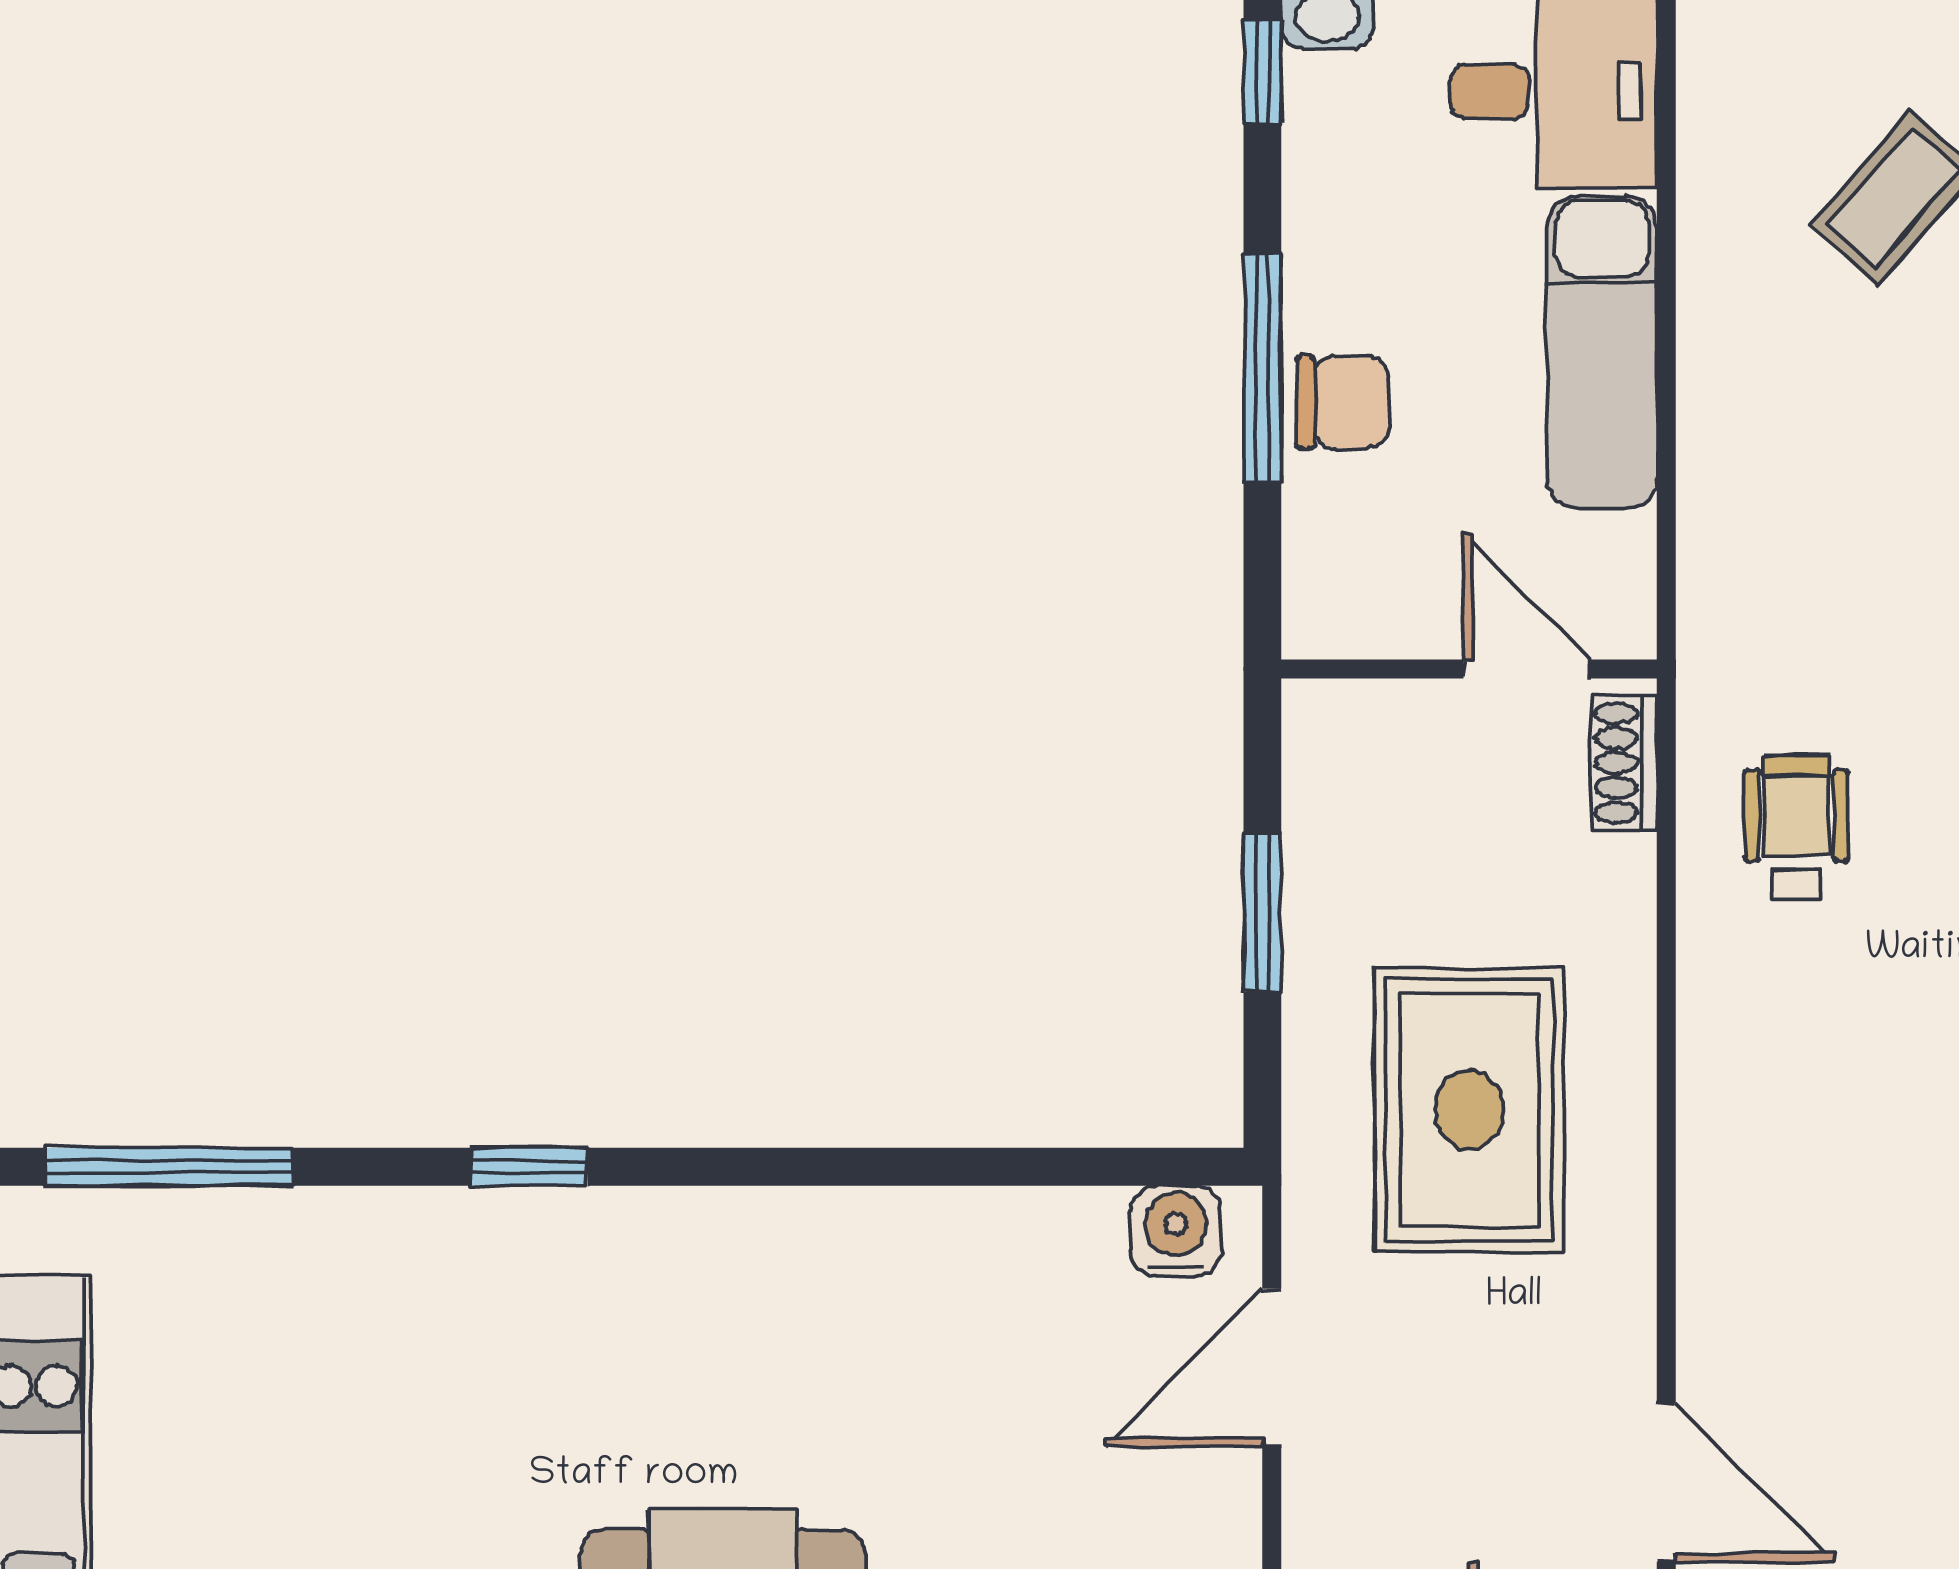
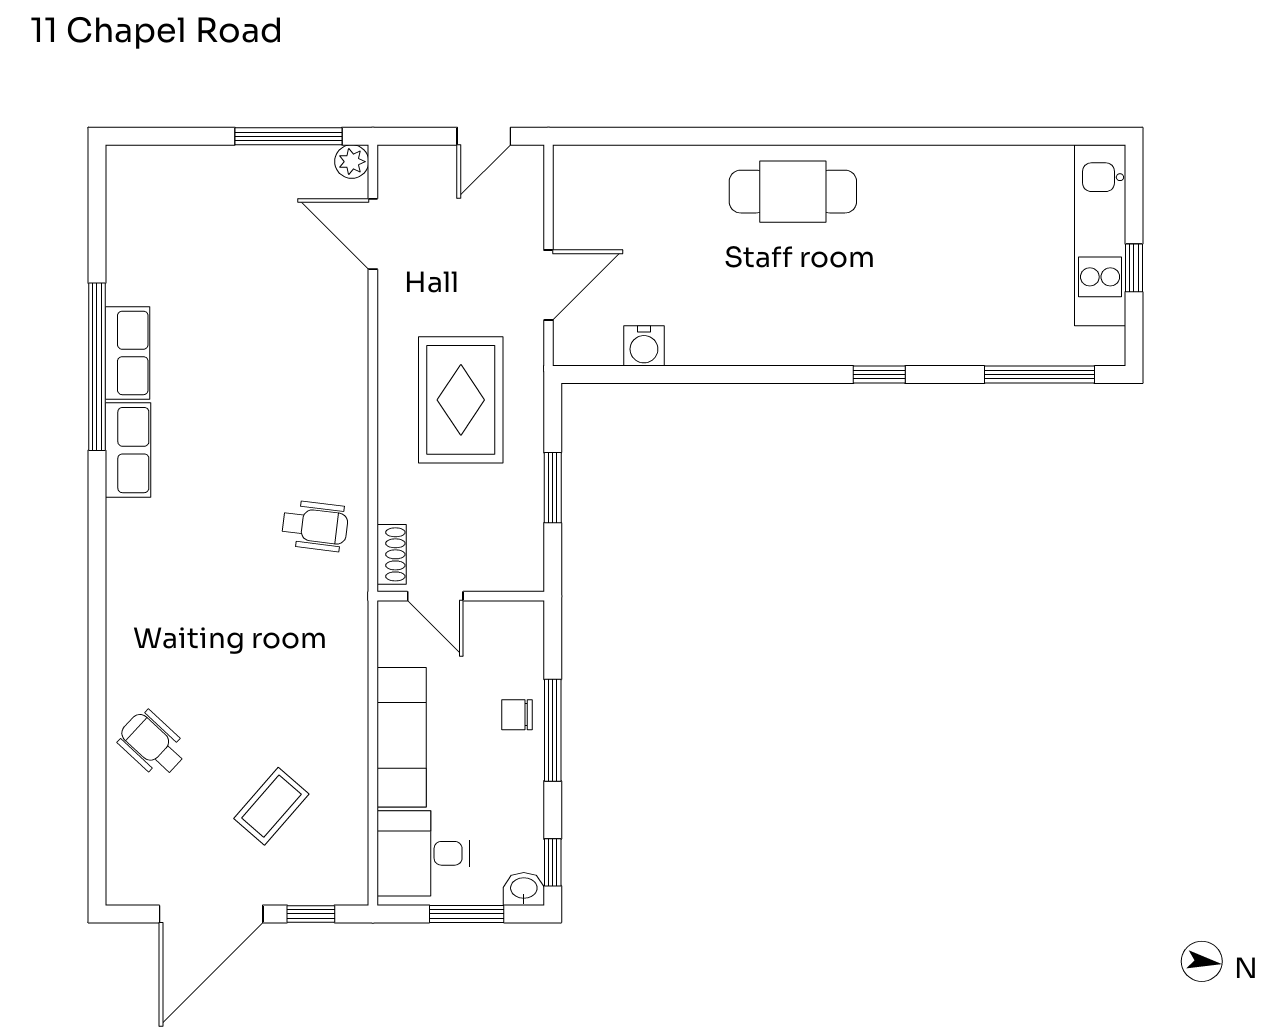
chair: (1343, 403) -> (517, 715), width x0.73, depth x0.73
wheelchair: (1796, 827) -> (315, 526), turned -83
water cooler: (1176, 1231) -> (644, 346), moved

